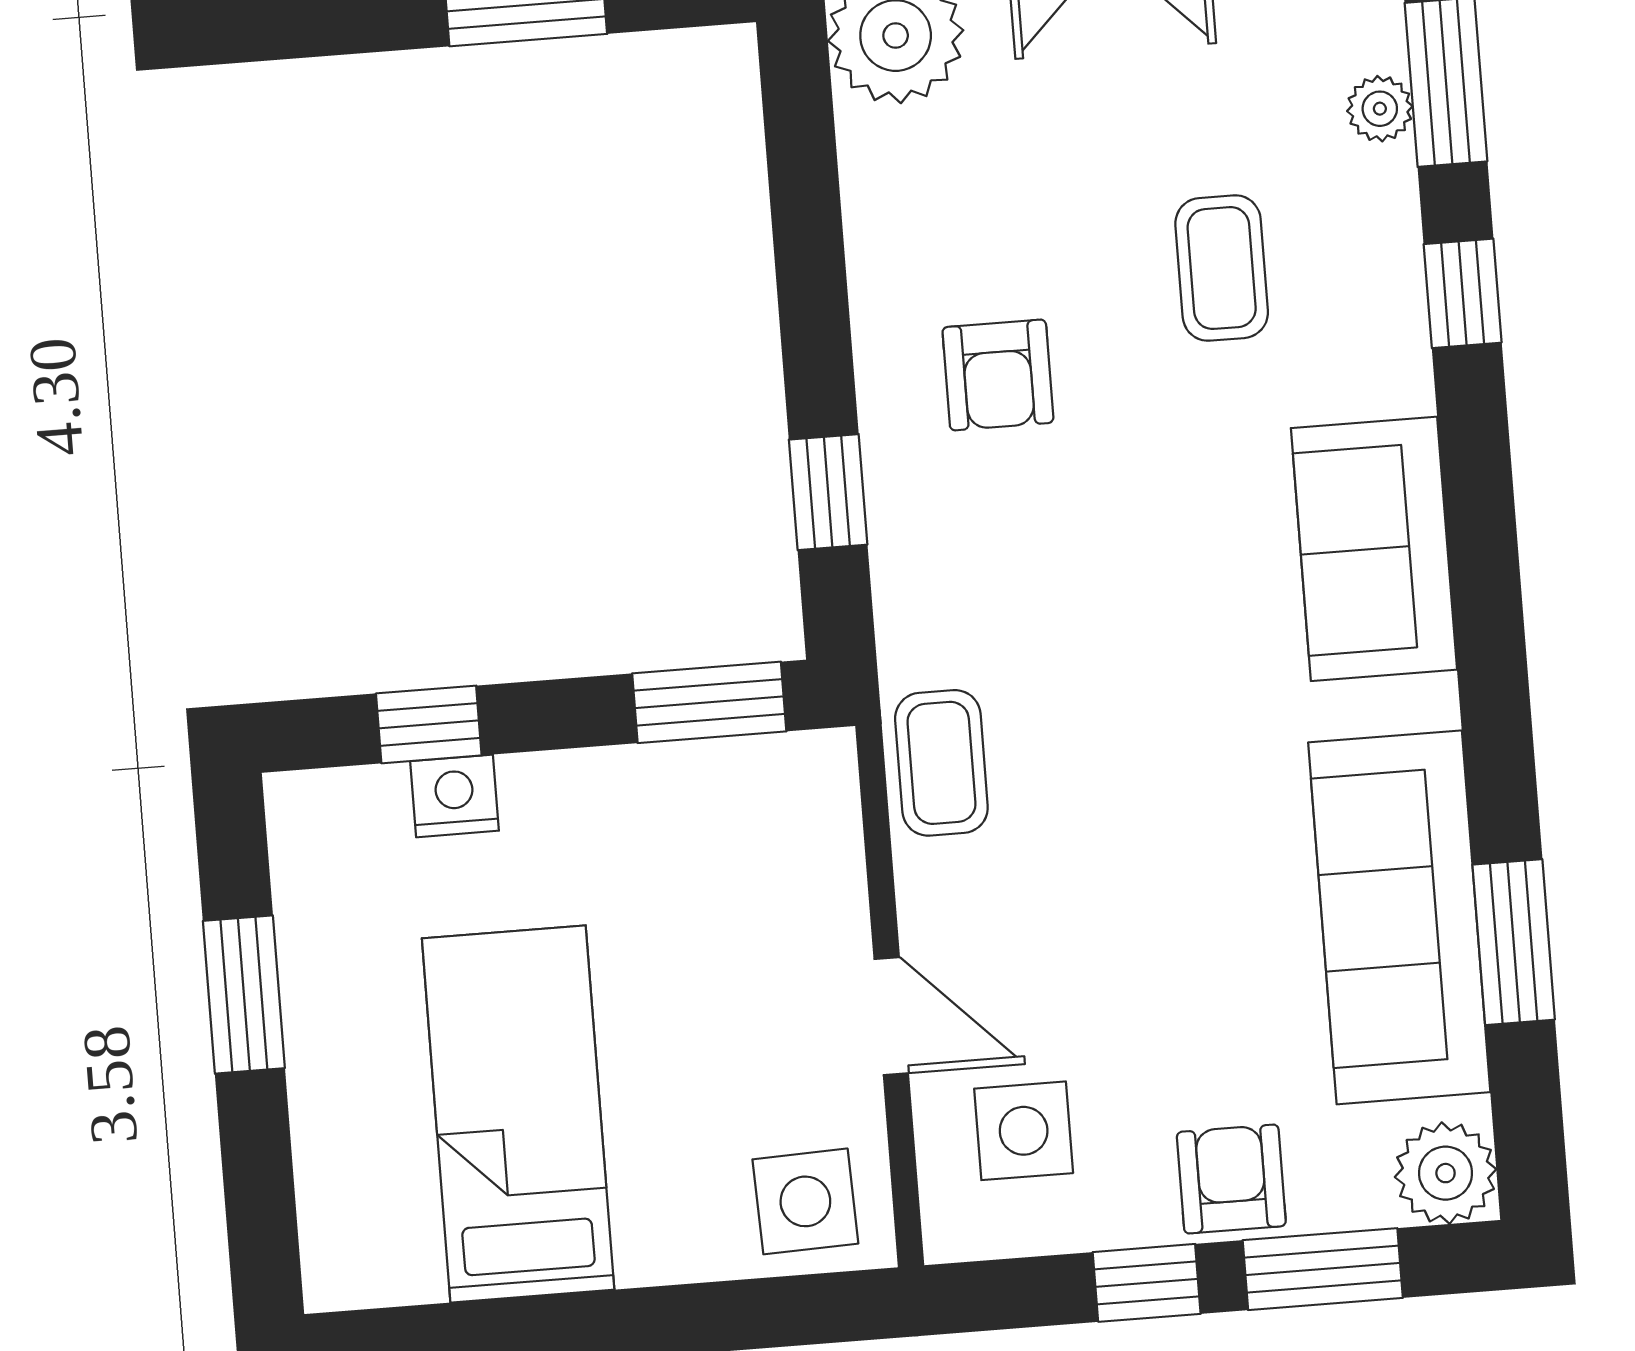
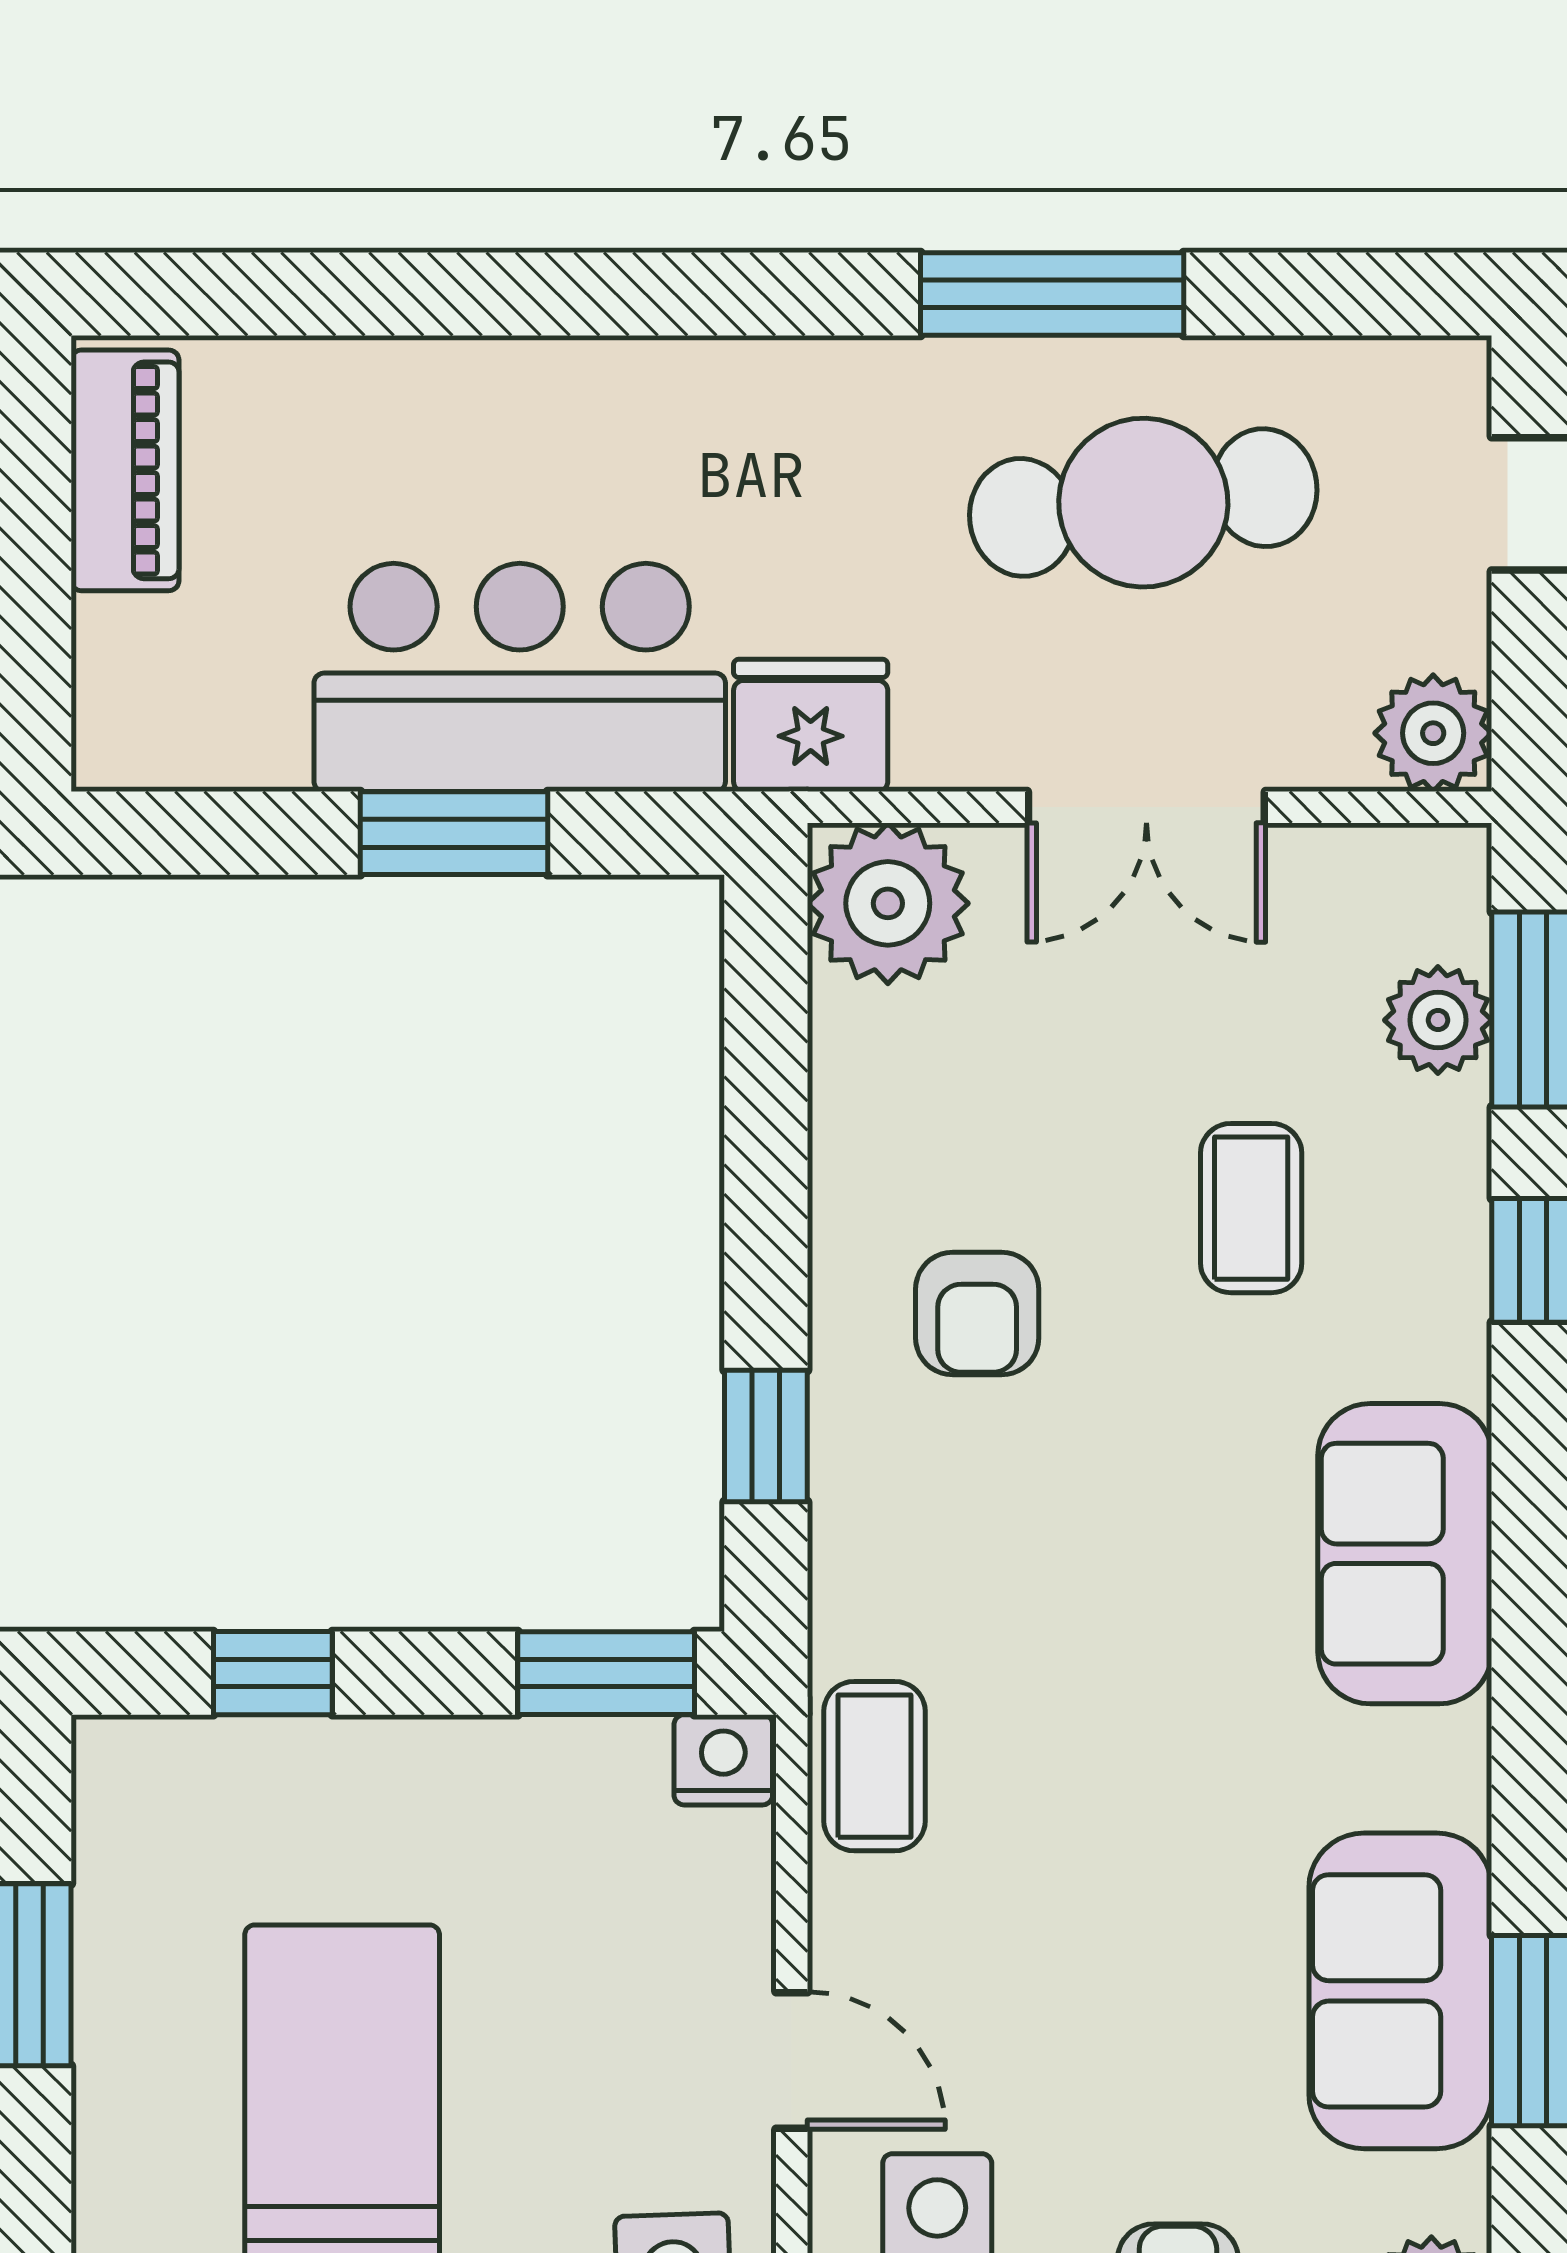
plant: (1380, 109) -> (1438, 1020), width x1.38, depth x1.38
nightstand: (454, 796) -> (723, 1760), moved
sofa: (1399, 917) -> (1400, 1991), width x0.73

